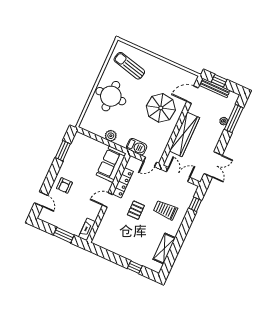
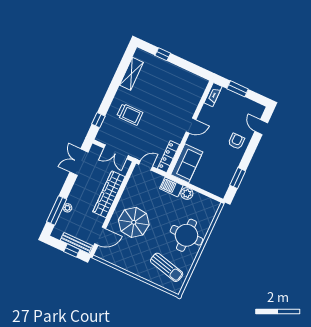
barbecue: (137, 147) -> (171, 187), moved
locker: (123, 183) -> (169, 157), moved
pallet: (136, 210) -> (161, 115), removed

